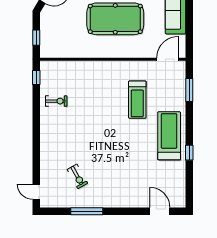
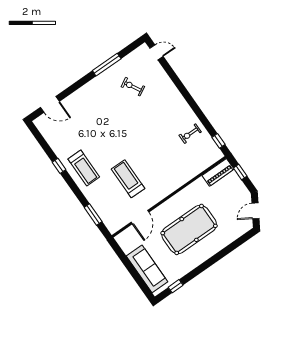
piano: (56, 51) -> (218, 172), added
door: (167, 59) -> (140, 217), moved
treadmill: (169, 136) -> (84, 168), width x0.73, depth x0.73

